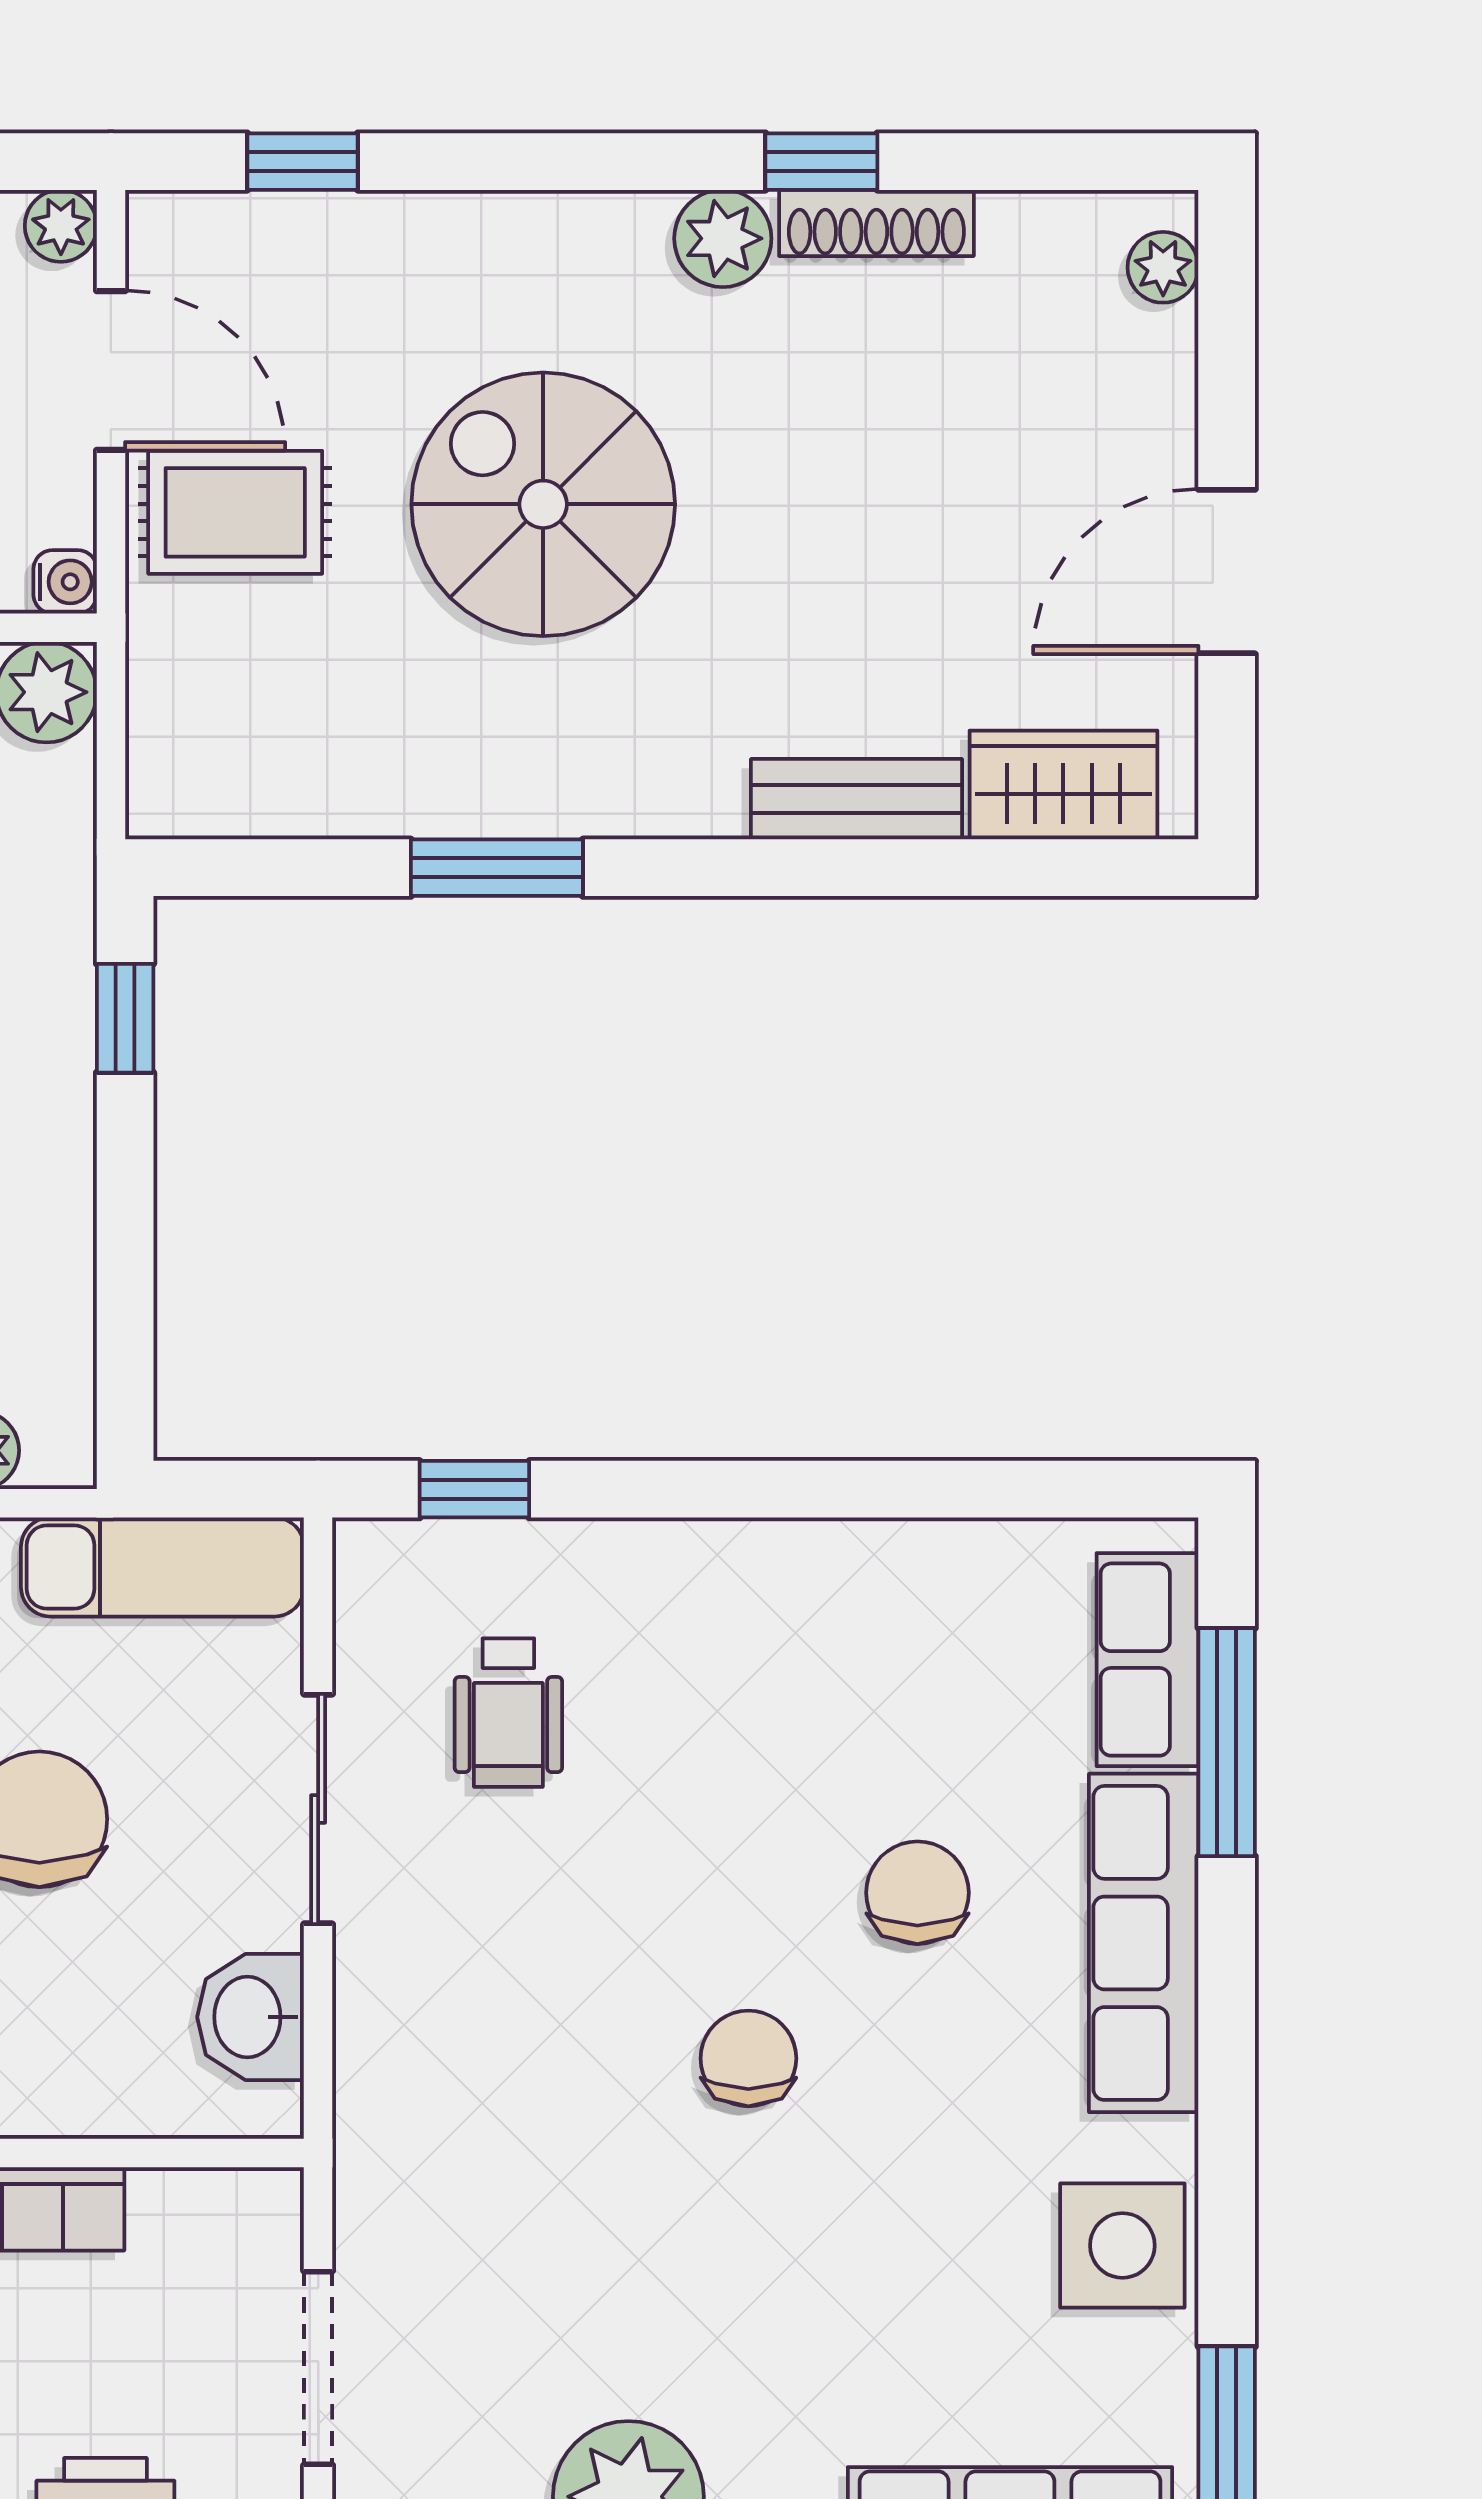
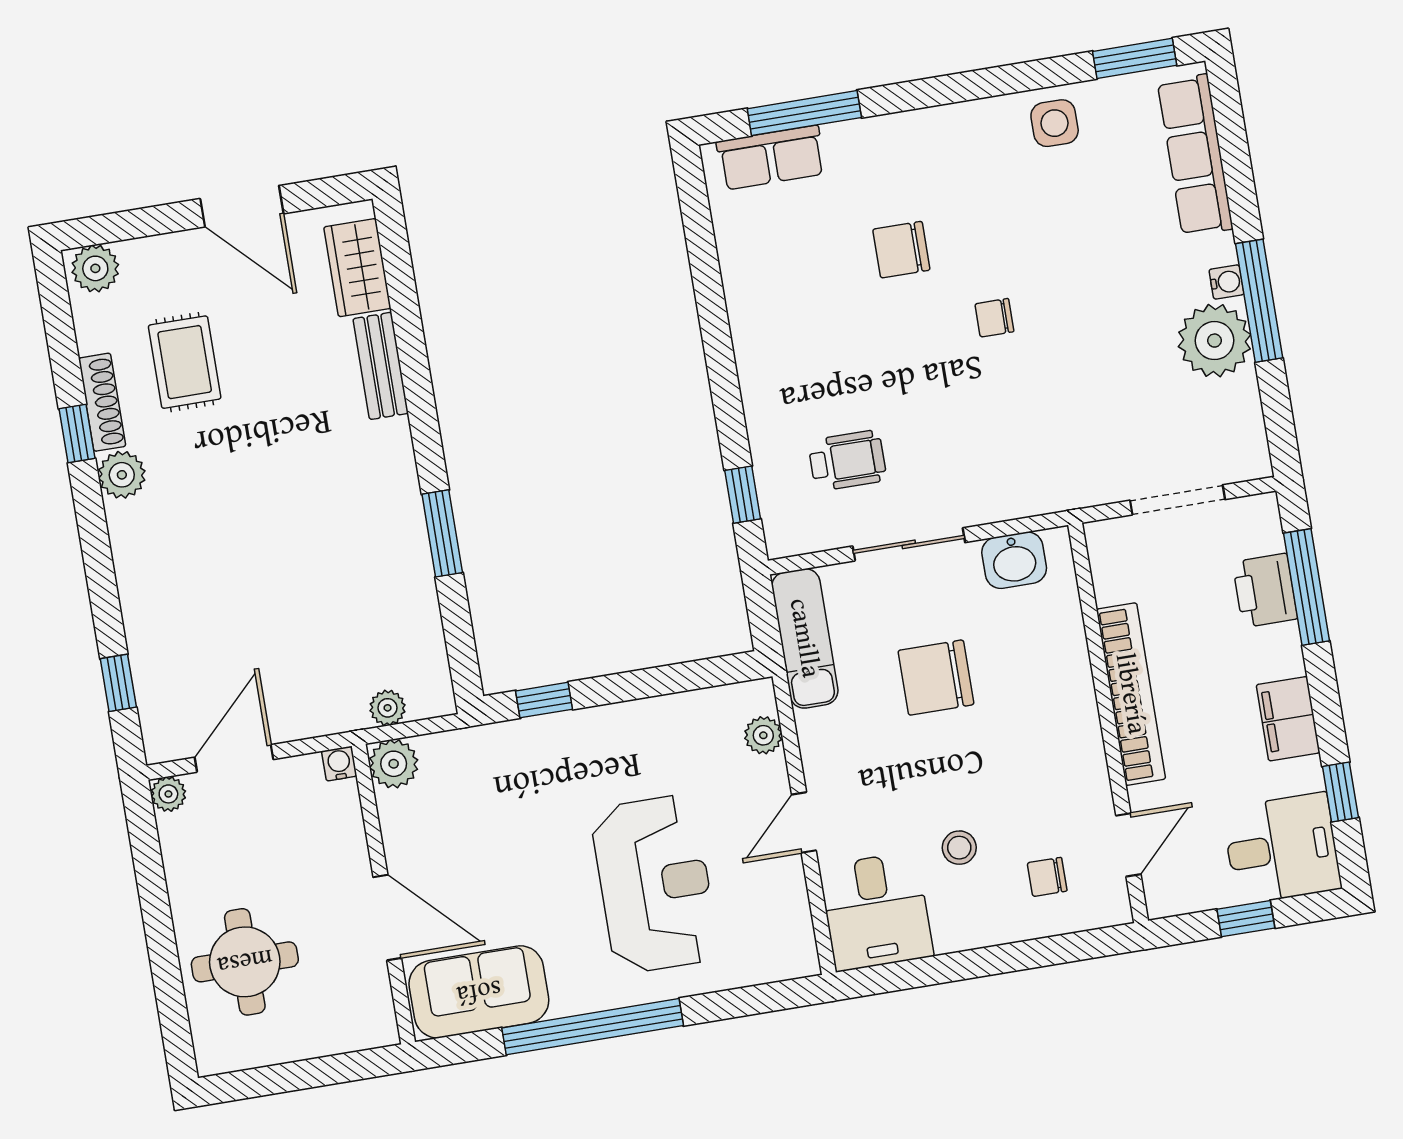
plant: (1163, 267) -> (95, 268), width x1.38, depth x1.38
spiral stairs: (543, 504) -> (264, 540), removed
rug: (235, 512) -> (185, 362), moved
plant: (162, 699) -> (388, 708), added
row of seats: (1144, 1943) -> (907, 137), removed
chair: (748, 2058) -> (994, 318), width x0.73, depth x0.73
side table: (1122, 2245) -> (1055, 123), width x0.73, depth x0.73

